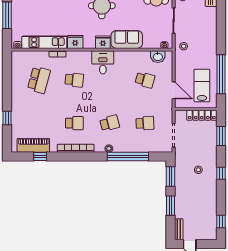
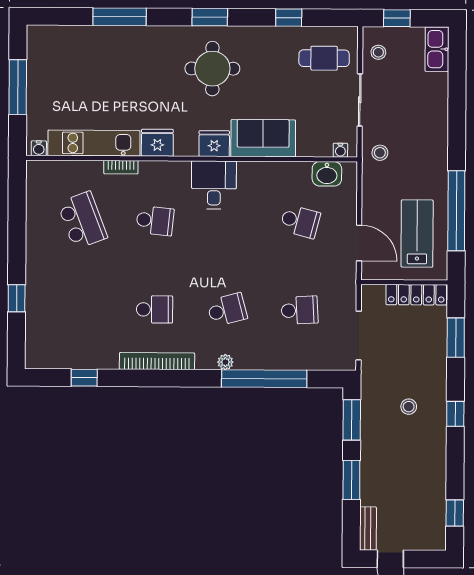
school desk: (39, 80) -> (82, 220), turned -36
piano: (33, 145) -> (70, 355), removed

